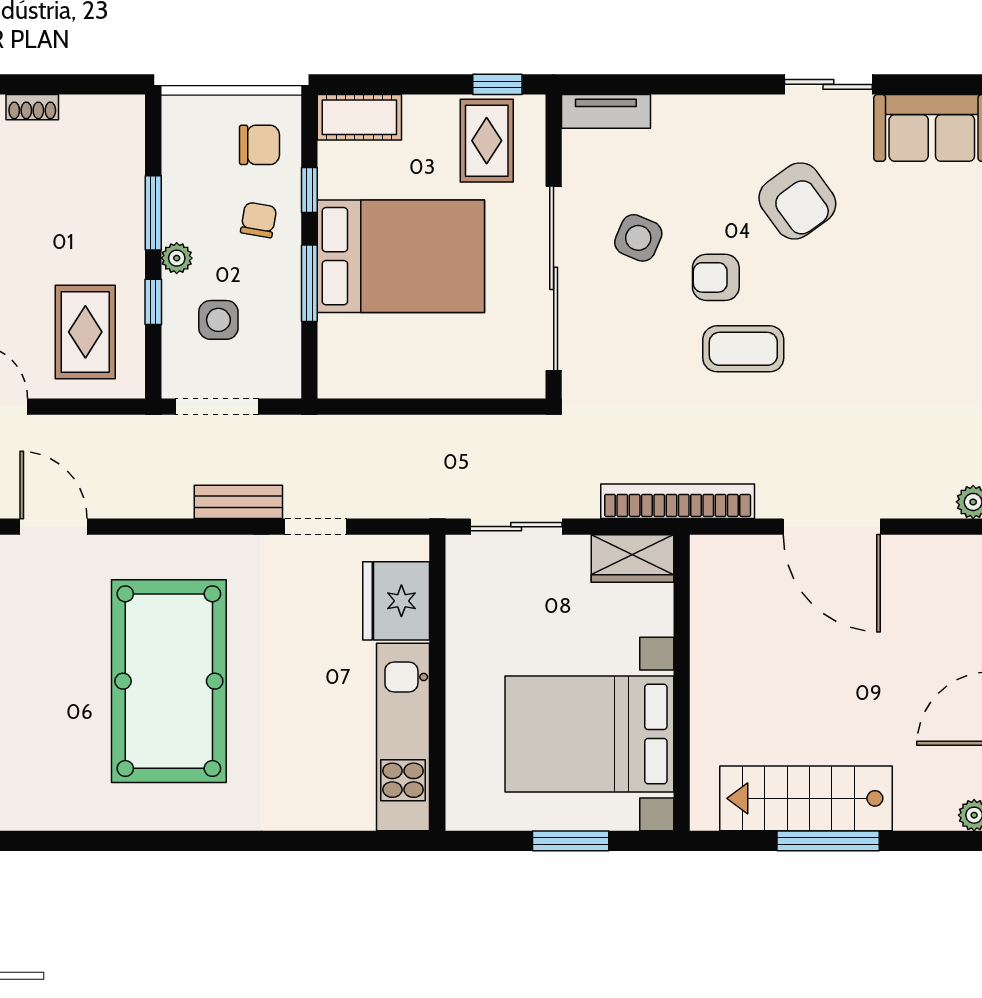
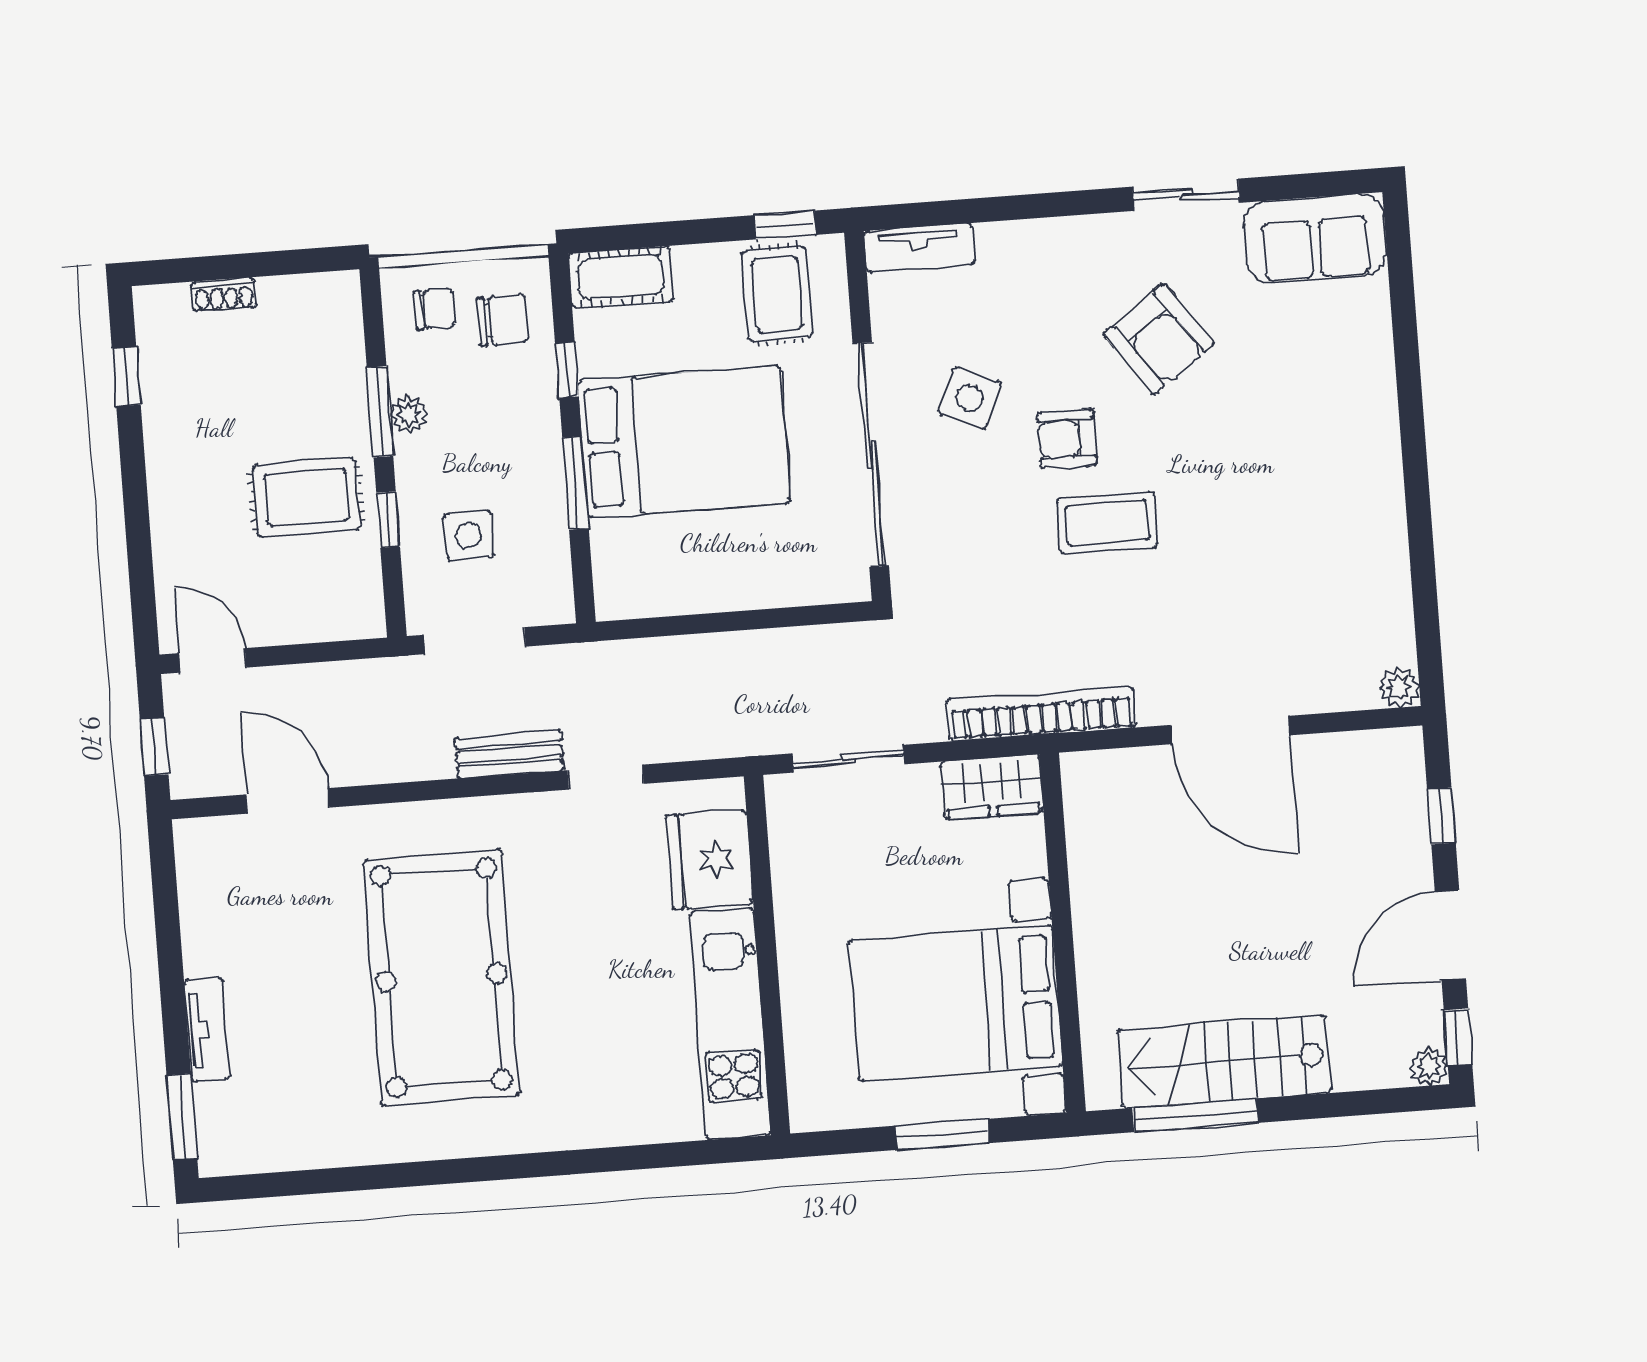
chair: (259, 220) -> (434, 309), moved, turned 80
plant: (177, 258) -> (409, 414), moved
rug: (85, 332) -> (307, 497), moved, turned 90
window: (828, 841) -> (1195, 1115), moved

